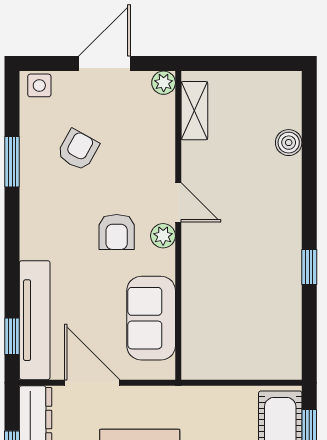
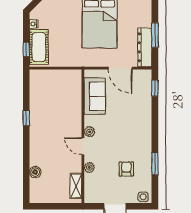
plant: (164, 83) -> (89, 167), moved
armchair: (78, 150) -> (126, 169), turned 151
armchair: (117, 232) -> (110, 133), removed
tv unit: (35, 320) -> (145, 95), removed

